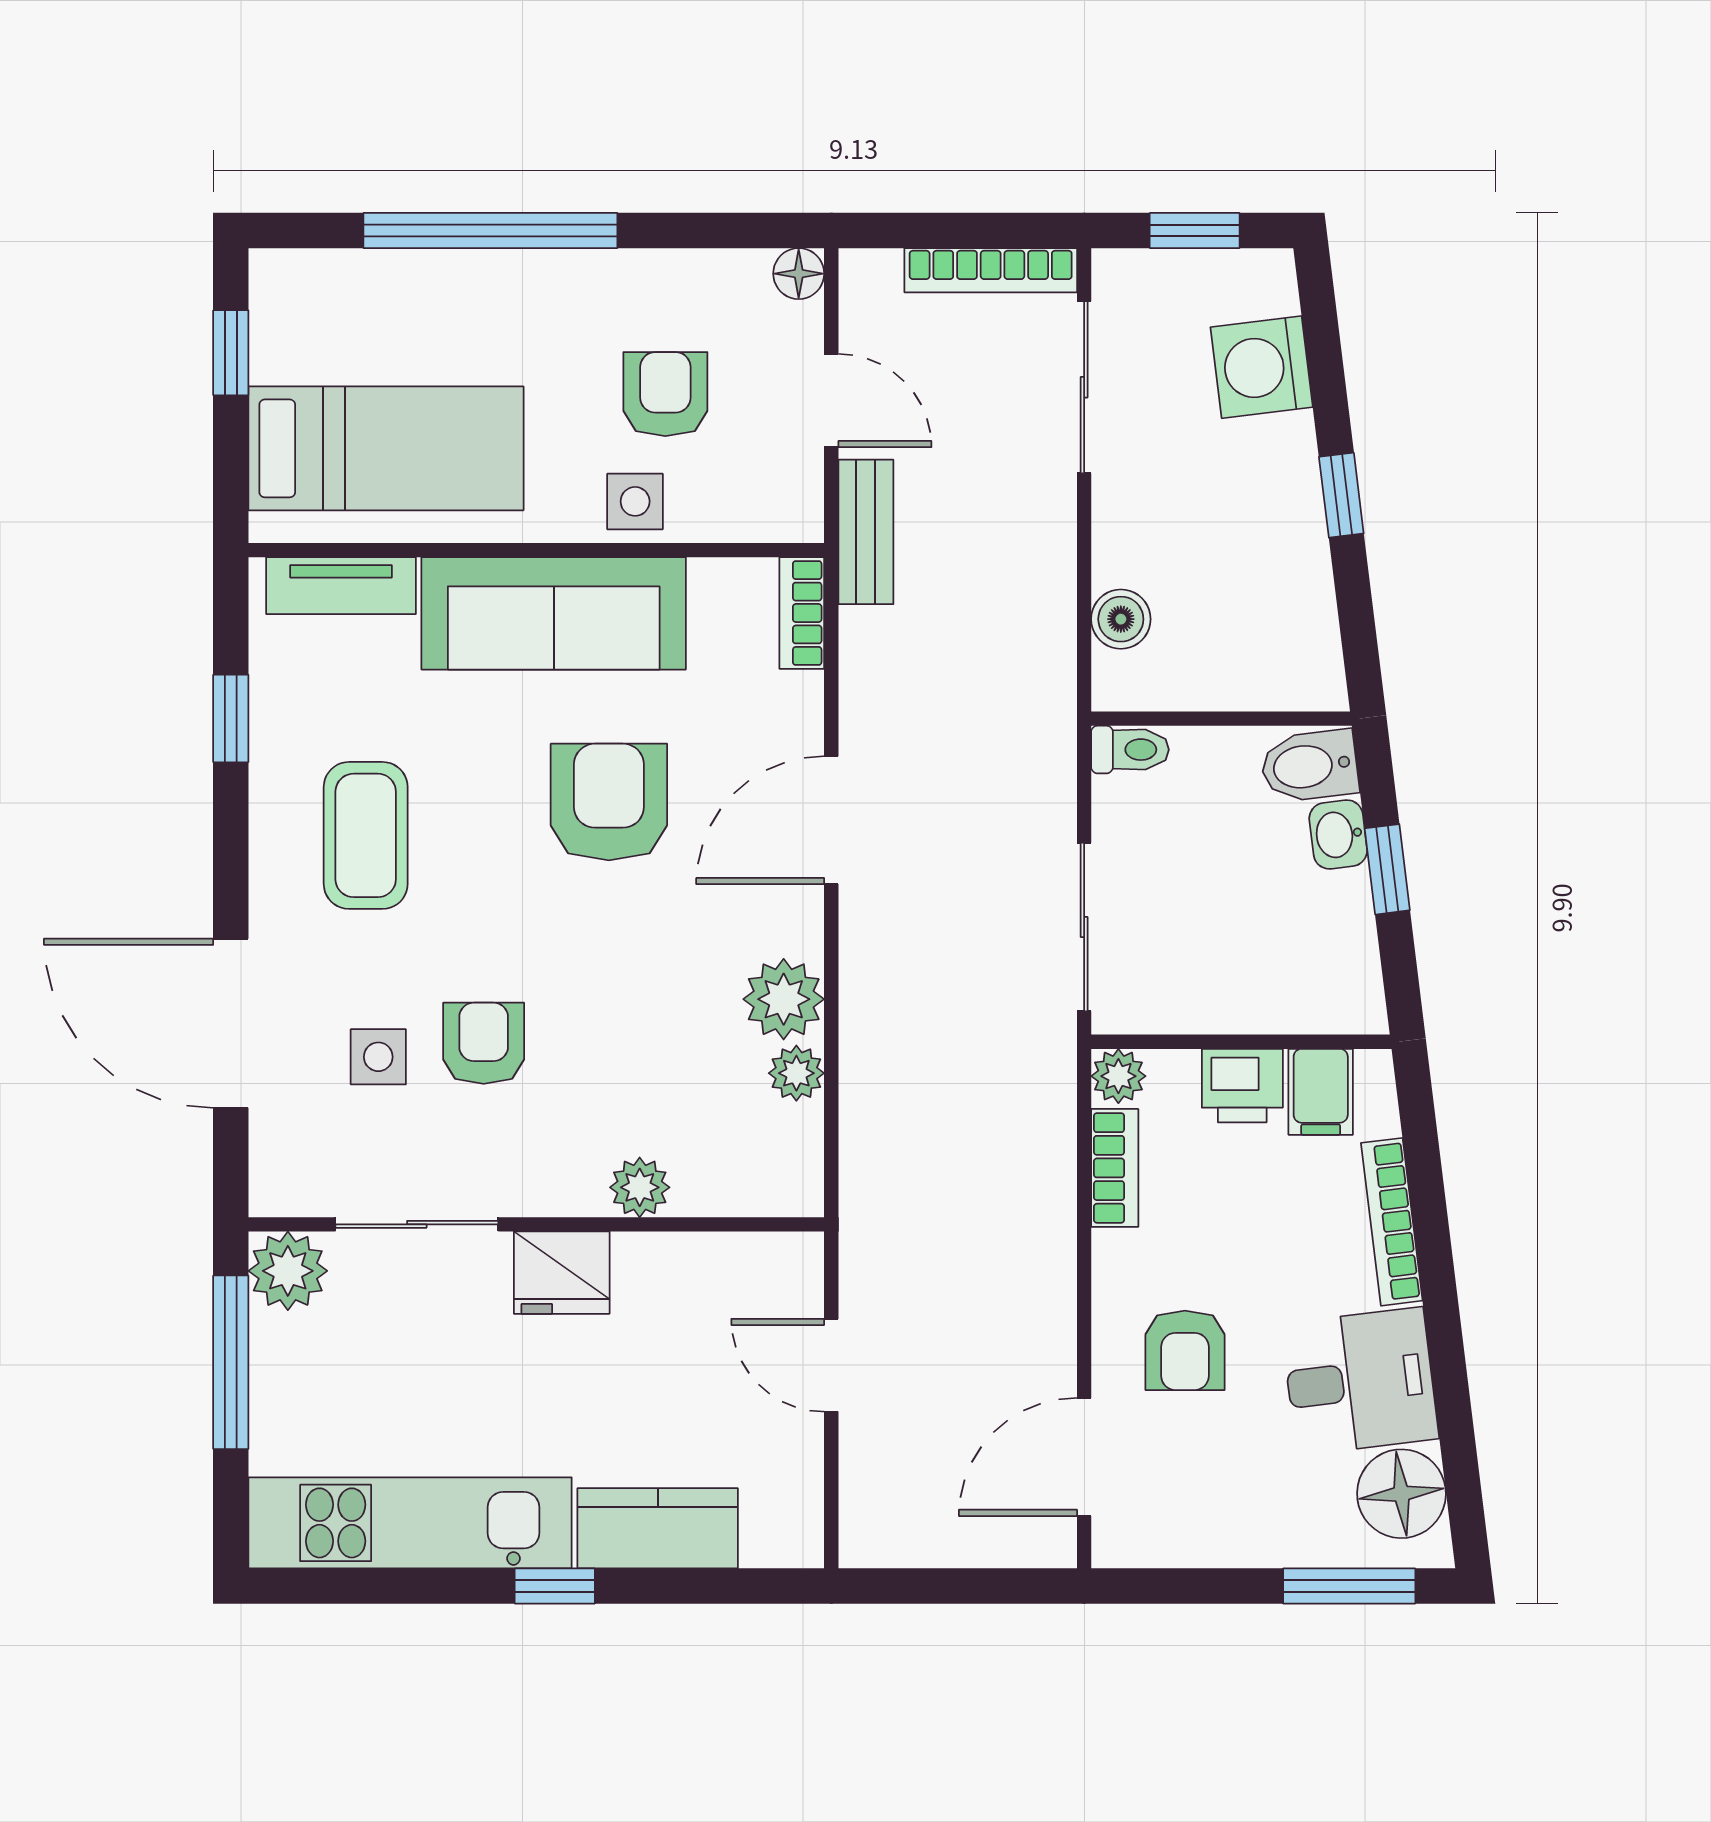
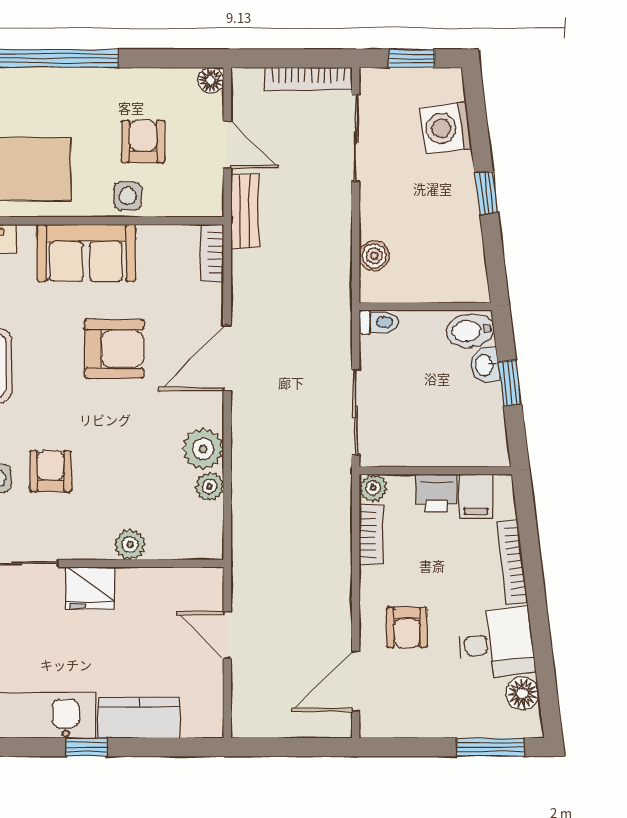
sofa: (554, 613) -> (86, 253), width x0.73
armchair: (609, 802) -> (114, 349), turned 90
floor lamp: (1401, 1494) -> (522, 693), width x0.73, depth x0.73

